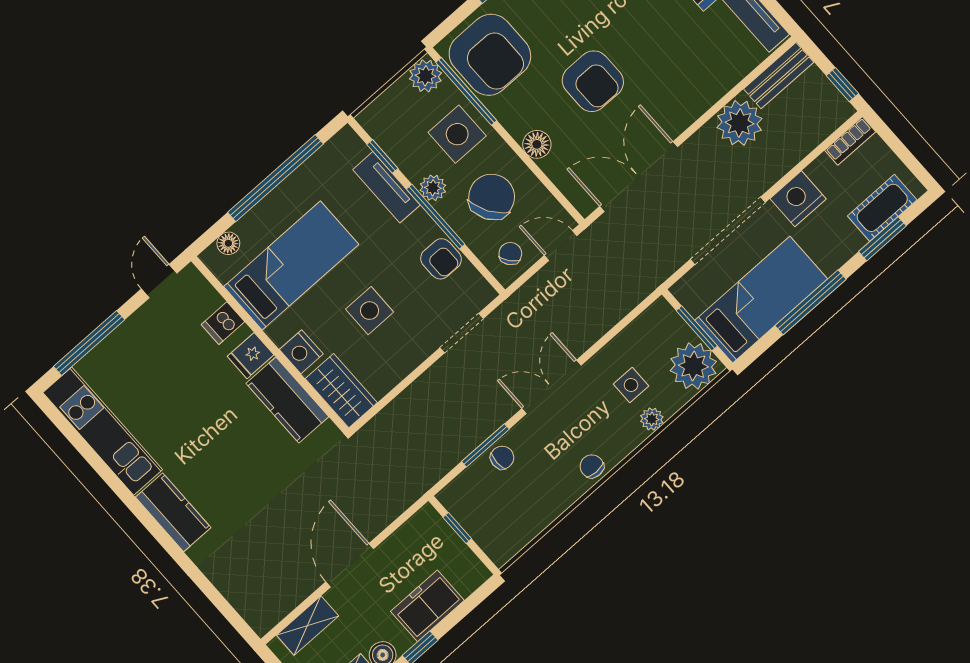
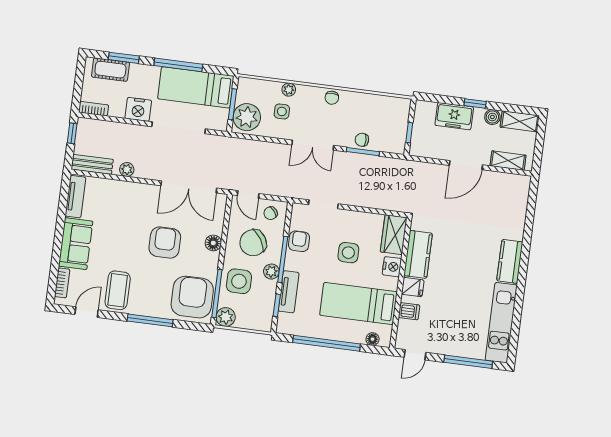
plant: (739, 123) -> (127, 169), width x0.53, depth x0.53
plant: (693, 366) -> (247, 117), moved

